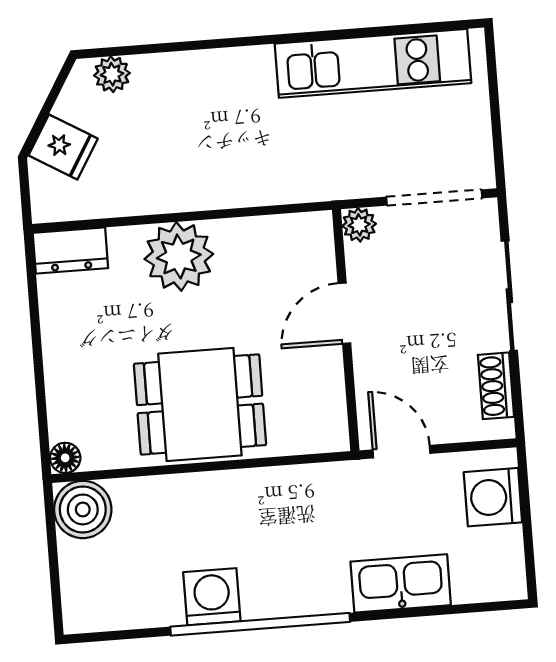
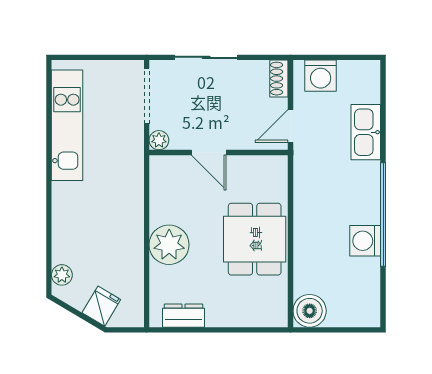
dresser: (70, 250) -> (183, 316), moved, turned -90
shoe rack: (496, 386) -> (279, 79), moved, turned 90
floor lamp: (65, 458) -> (279, 319), removed

